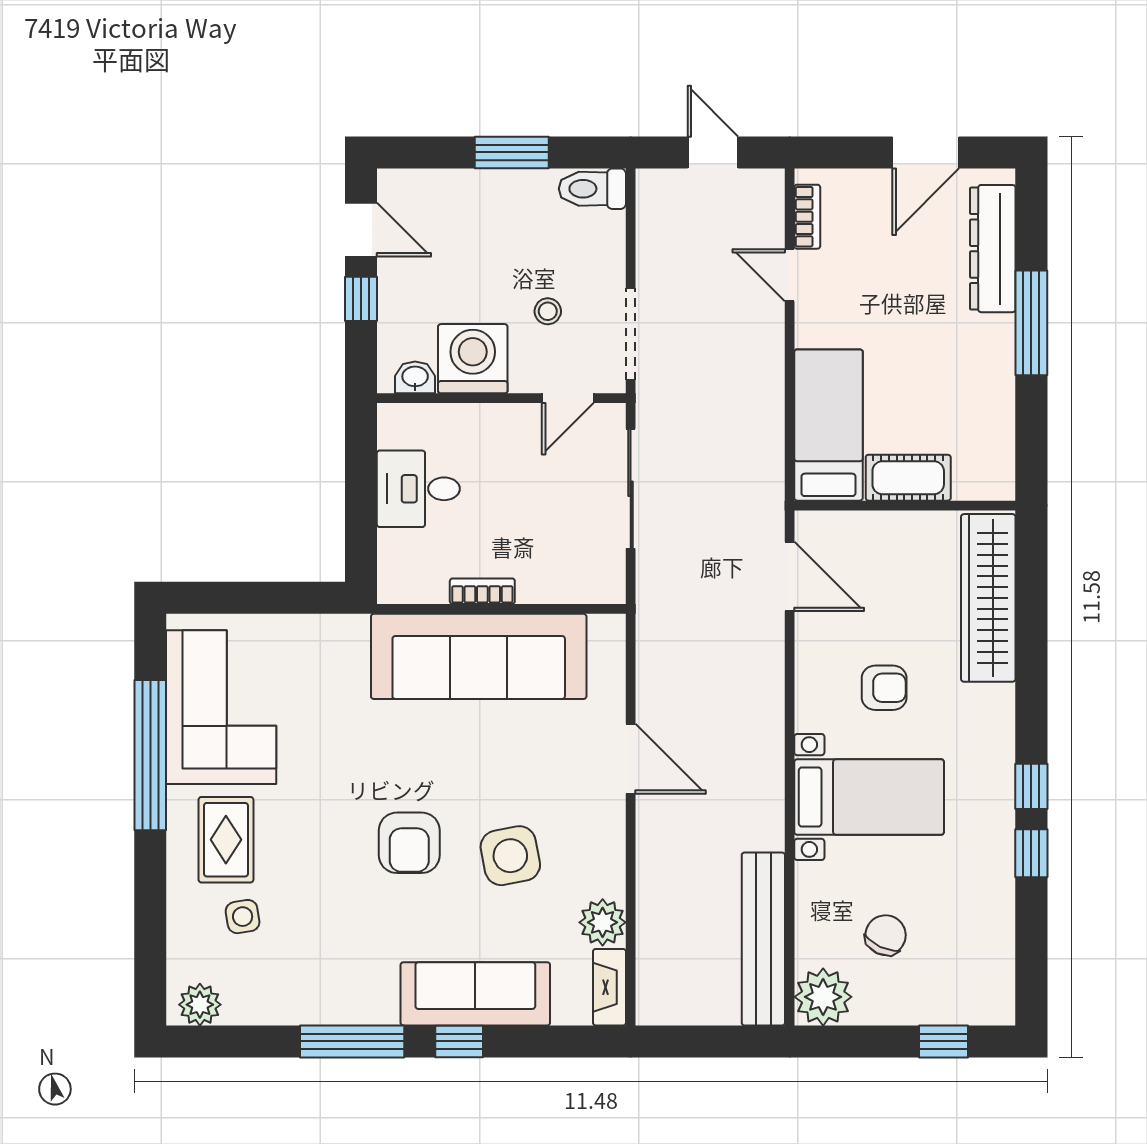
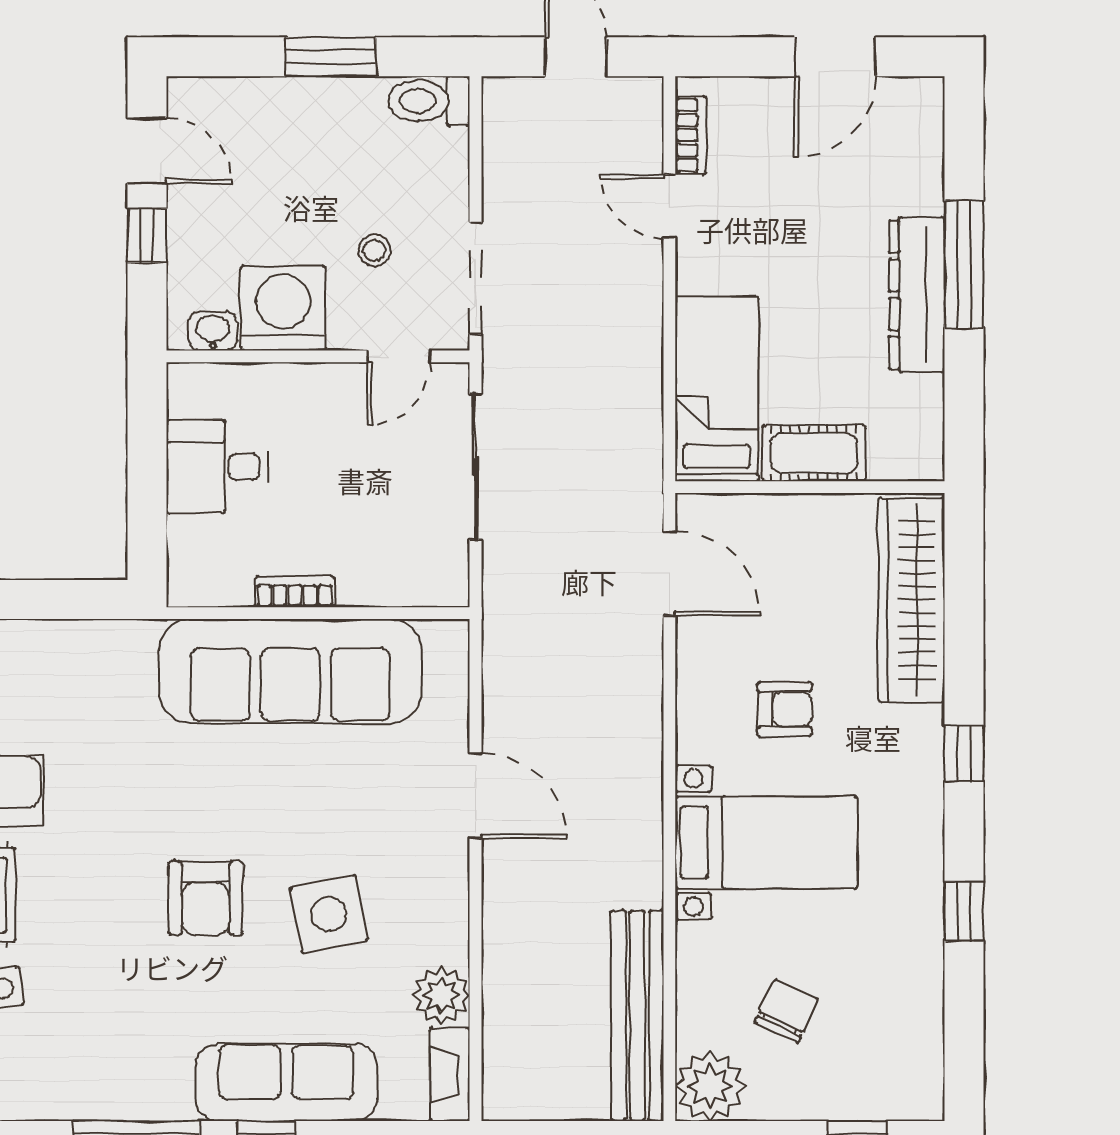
dresser: (993, 249) -> (917, 295), moved
window: (1031, 786) -> (964, 754), moved

